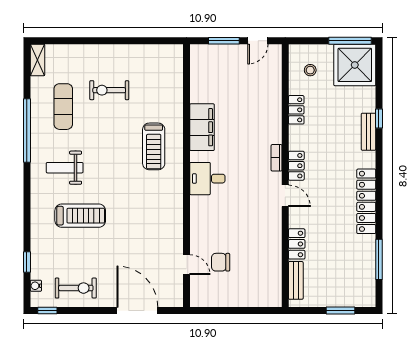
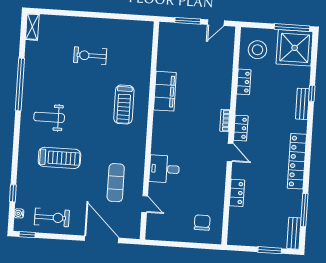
stool: (310, 70) -> (257, 50), width x1.89, depth x1.89
exercise mat: (63, 107) -> (116, 183), moved
desk: (207, 179) -> (164, 169), moved
chair: (221, 262) -> (202, 223), moved, turned 90
bench: (296, 280) -> (294, 233), moved

